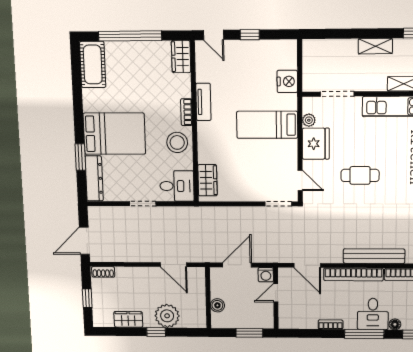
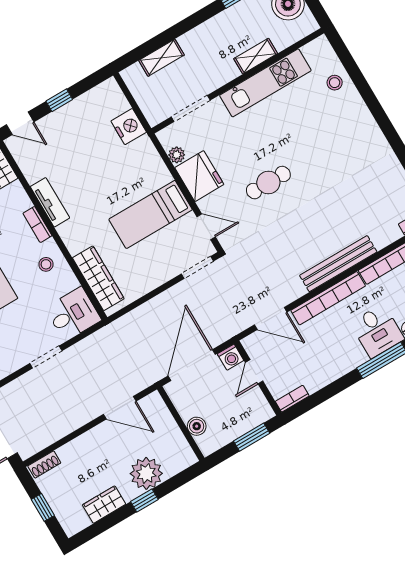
shelving: (375, 46) -> (161, 58), moved
bed: (267, 125) -> (151, 214), moved
stool: (177, 142) -> (46, 264), width x0.53, depth x0.53
wardrobe: (207, 180) -> (98, 278), width x1.50
door: (237, 265) -> (192, 365), width x1.36
bookcase: (331, 325) -> (292, 399), moved

